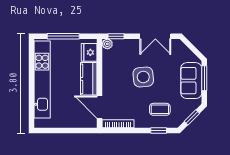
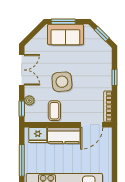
plant: (107, 44) -> (29, 100), moved
coffee table: (160, 109) -> (54, 111), moved
window: (159, 130) -> (115, 77), moved

